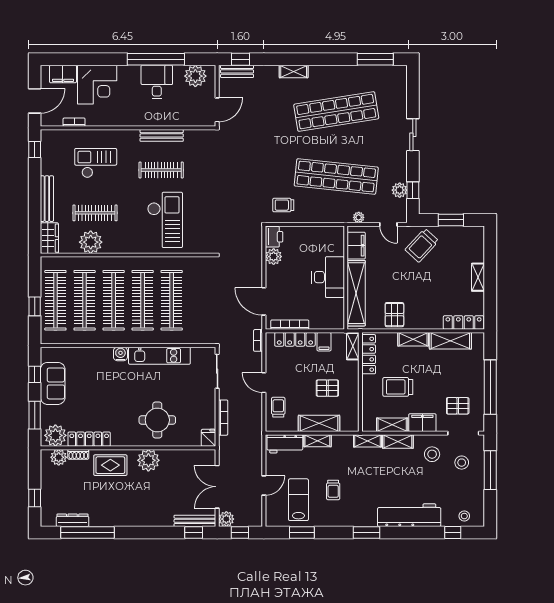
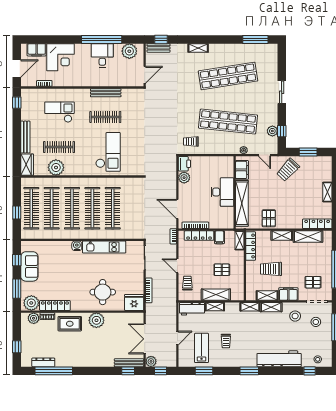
fridge: (209, 438) -> (134, 303), width x1.88, depth x1.34

